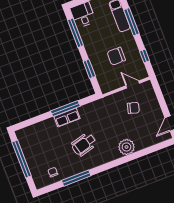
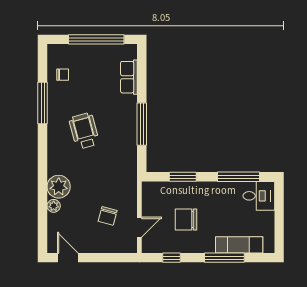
chair: (116, 56) -> (186, 219), turned -90
row of seats: (67, 117) -> (129, 77), moved
plant: (140, 145) -> (54, 206), added

